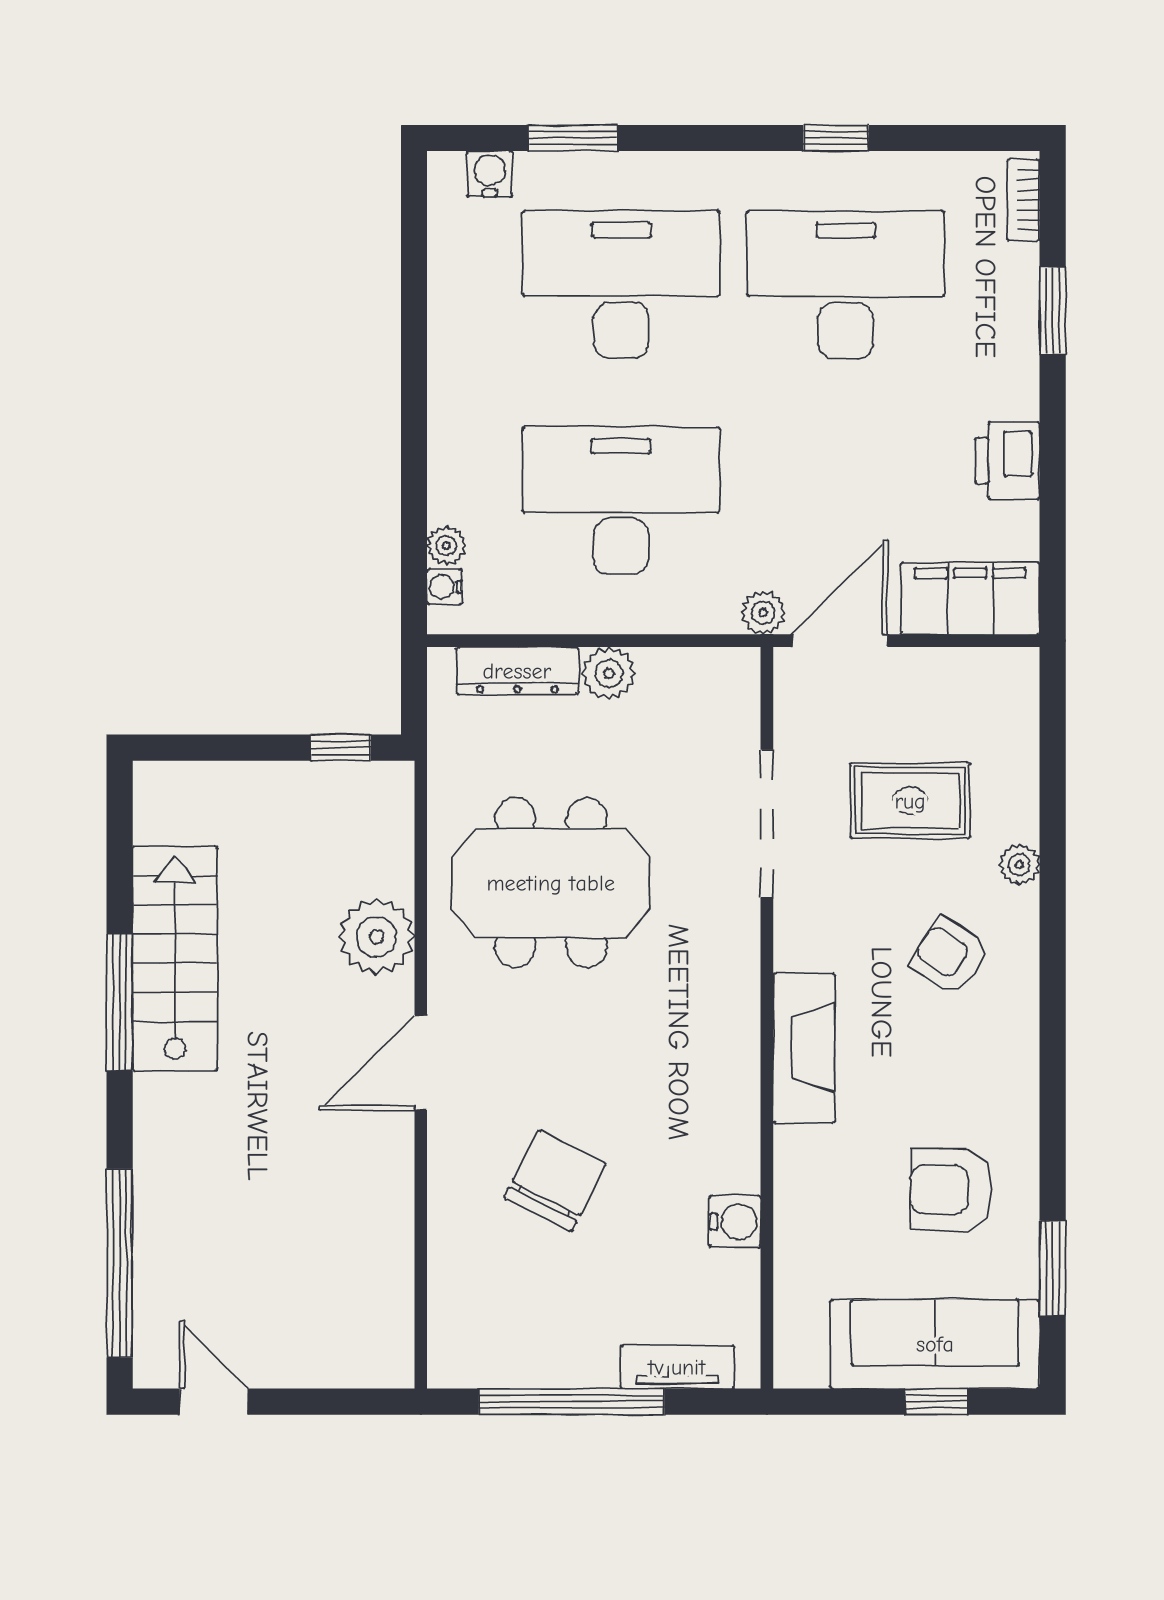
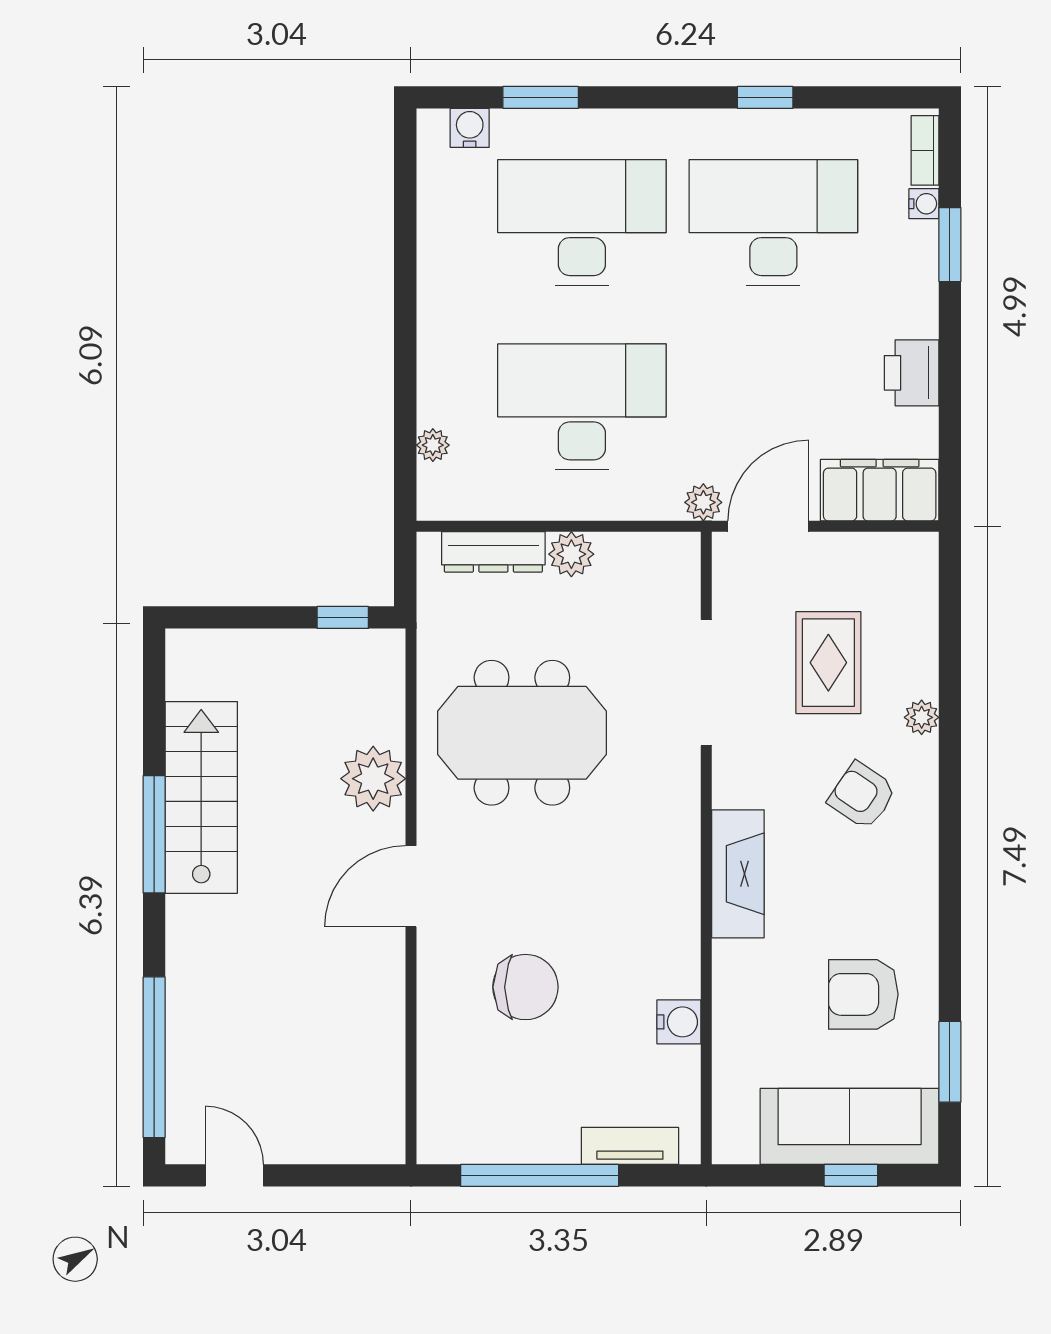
water cooler: (445, 587) -> (924, 204), moved, turned 180
rug: (910, 801) -> (828, 663), turned 90
chair: (555, 1181) -> (525, 987), turned 63

